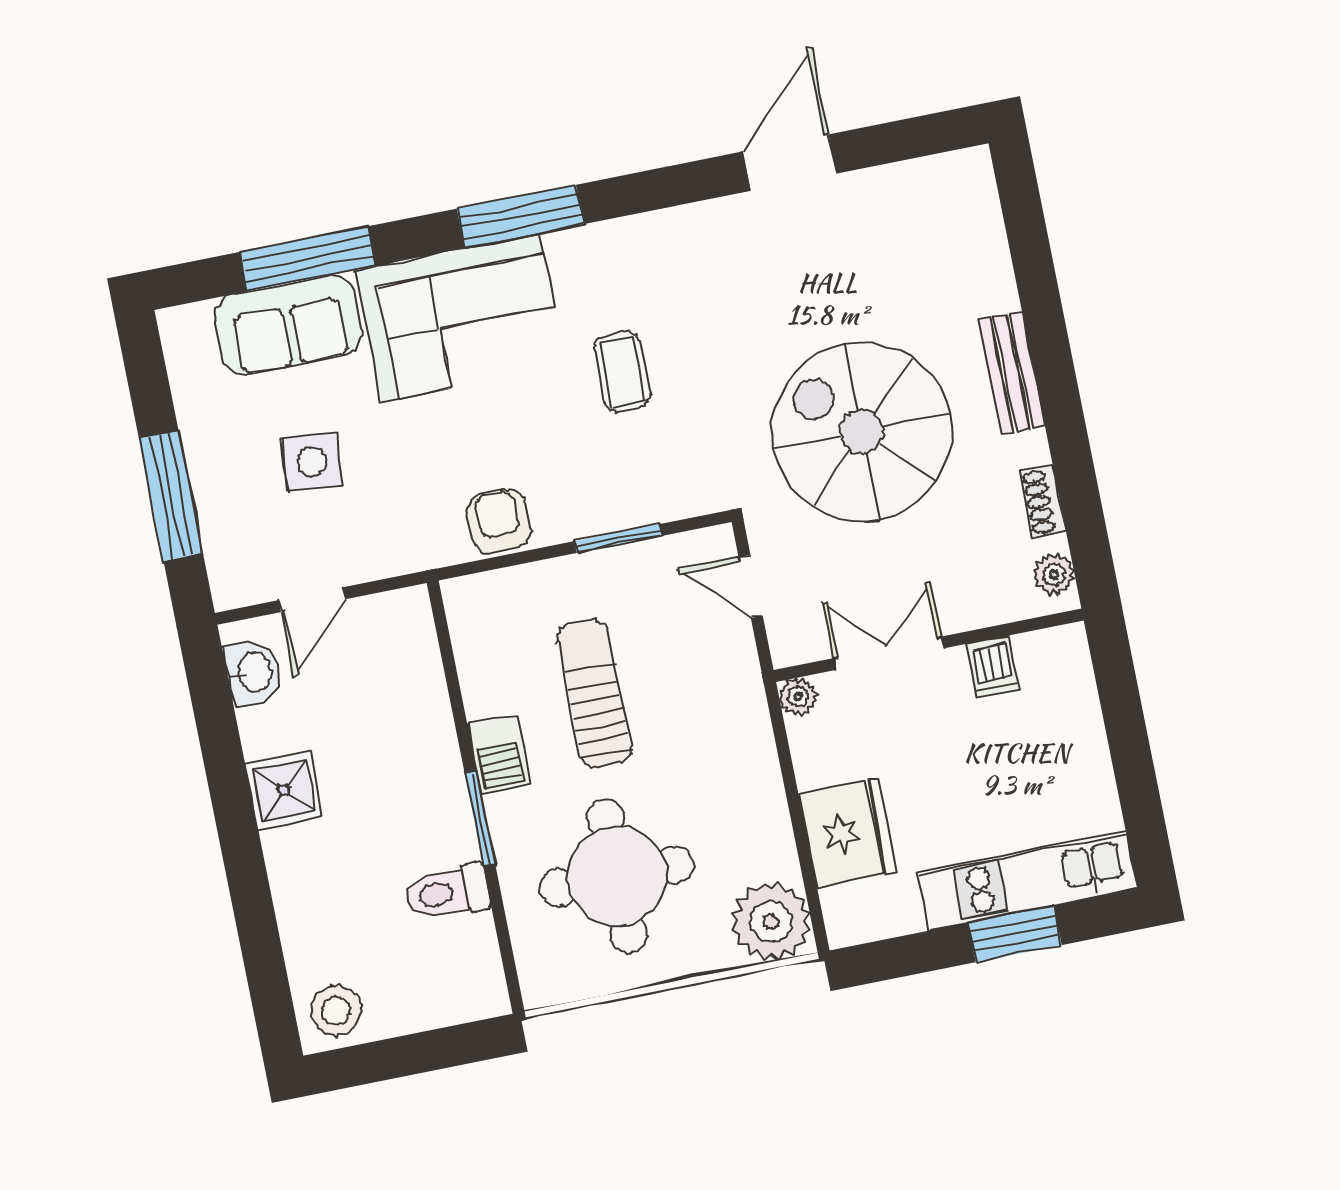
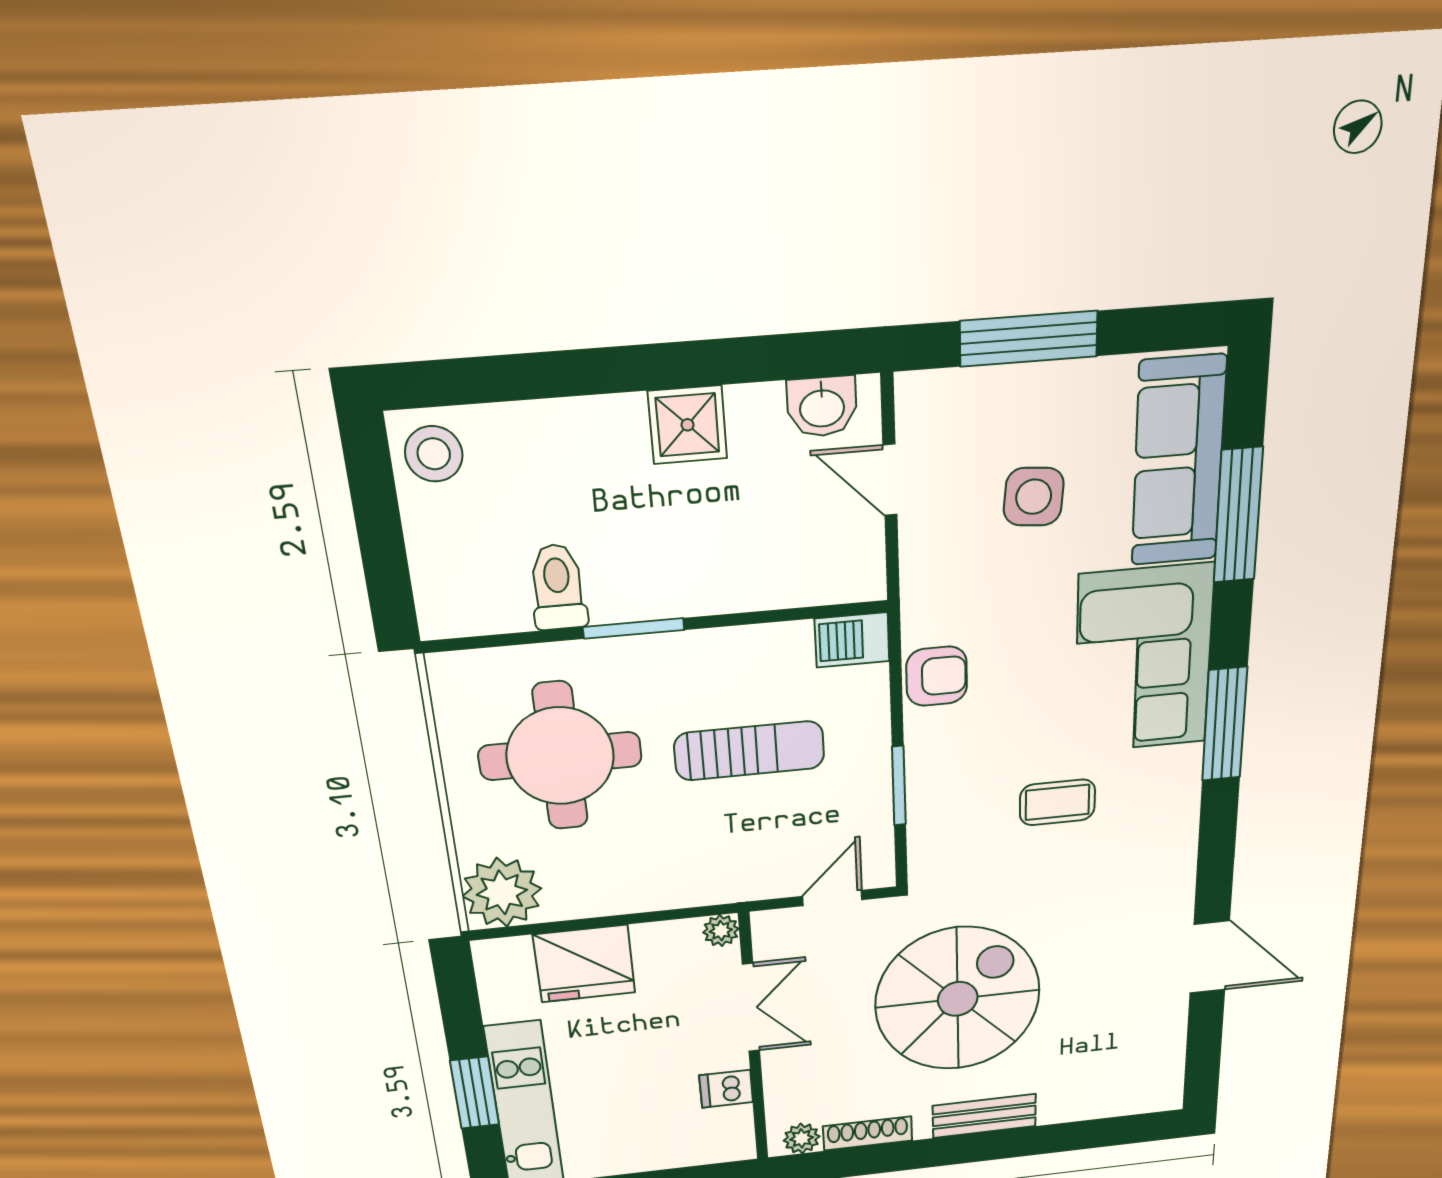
sofa: (289, 325) -> (1178, 462), width x1.36
shoe rack: (1043, 501) -> (868, 1133), width x1.43
barbecue: (499, 755) -> (852, 640), moved

